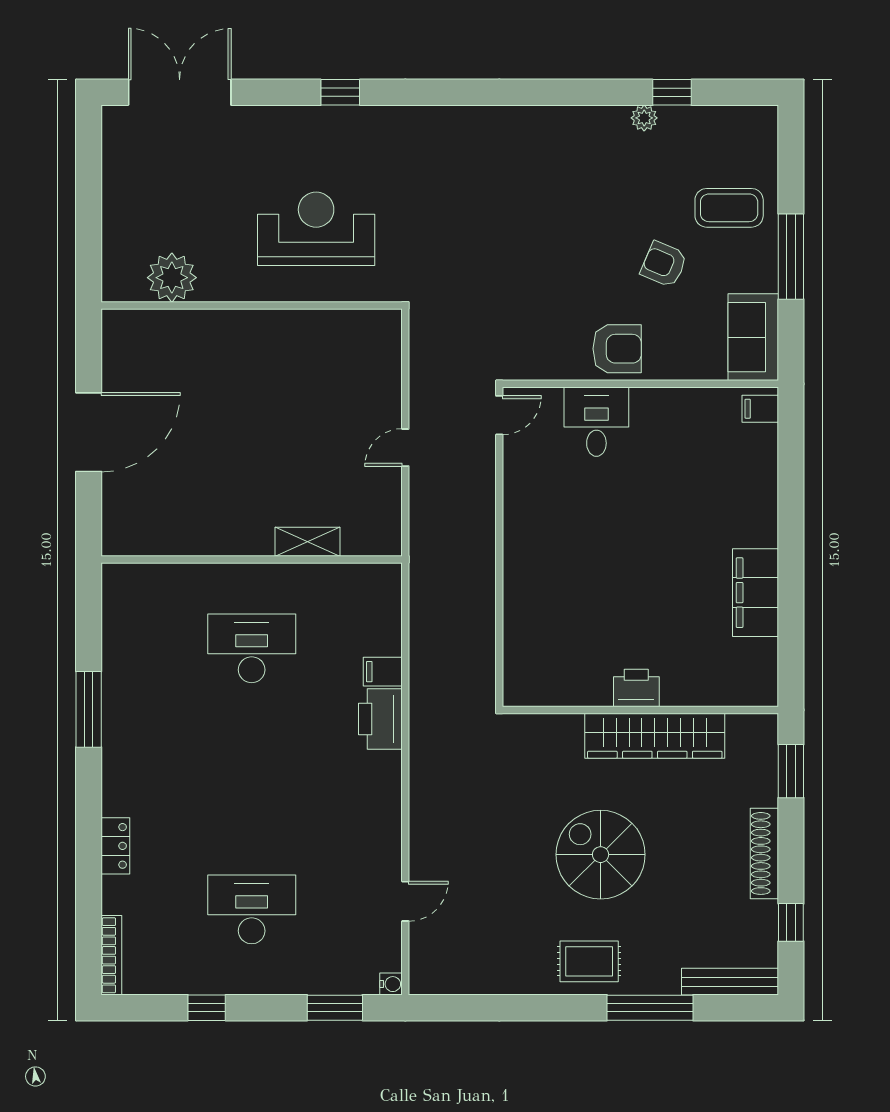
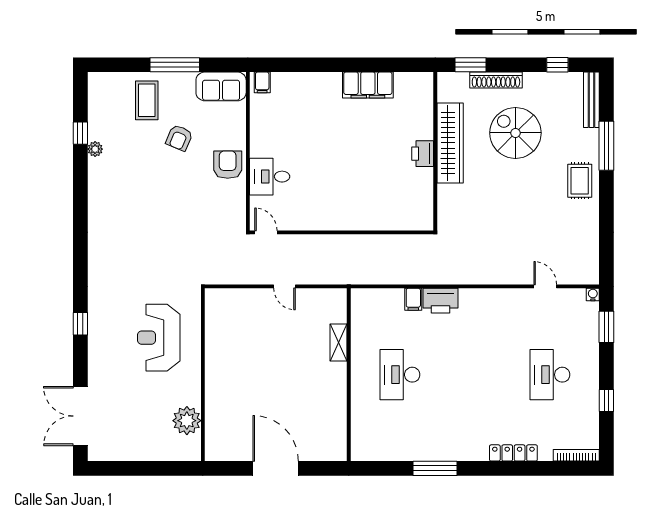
locker: (115, 846) -> (513, 453), width x1.53
shoe rack: (764, 853) -> (496, 80), moved
spiral stairs: (601, 855) -> (515, 133), moved, turned 90

